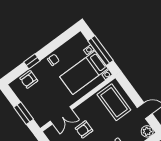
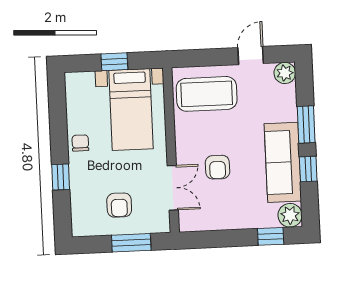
window: (101, 51) -> (114, 62), width x0.46
armchair: (29, 80) -> (119, 205), moved

